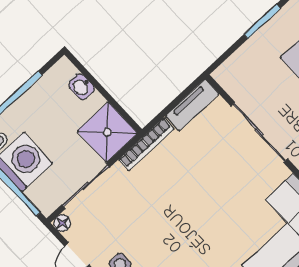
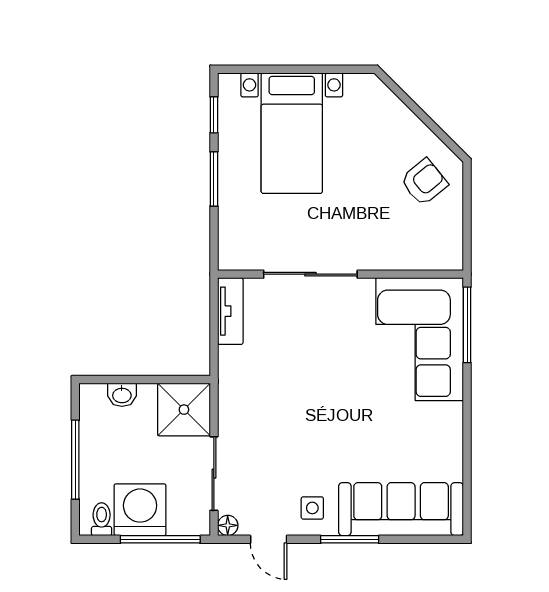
bookcase: (146, 144) -> (227, 385), removed

